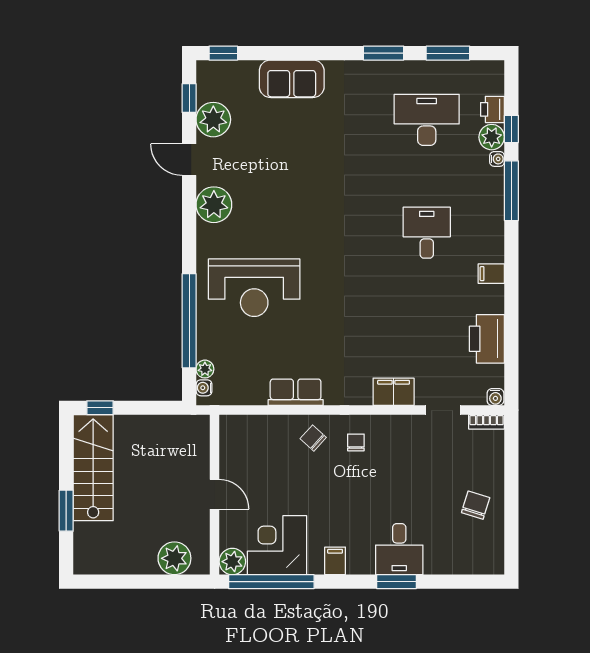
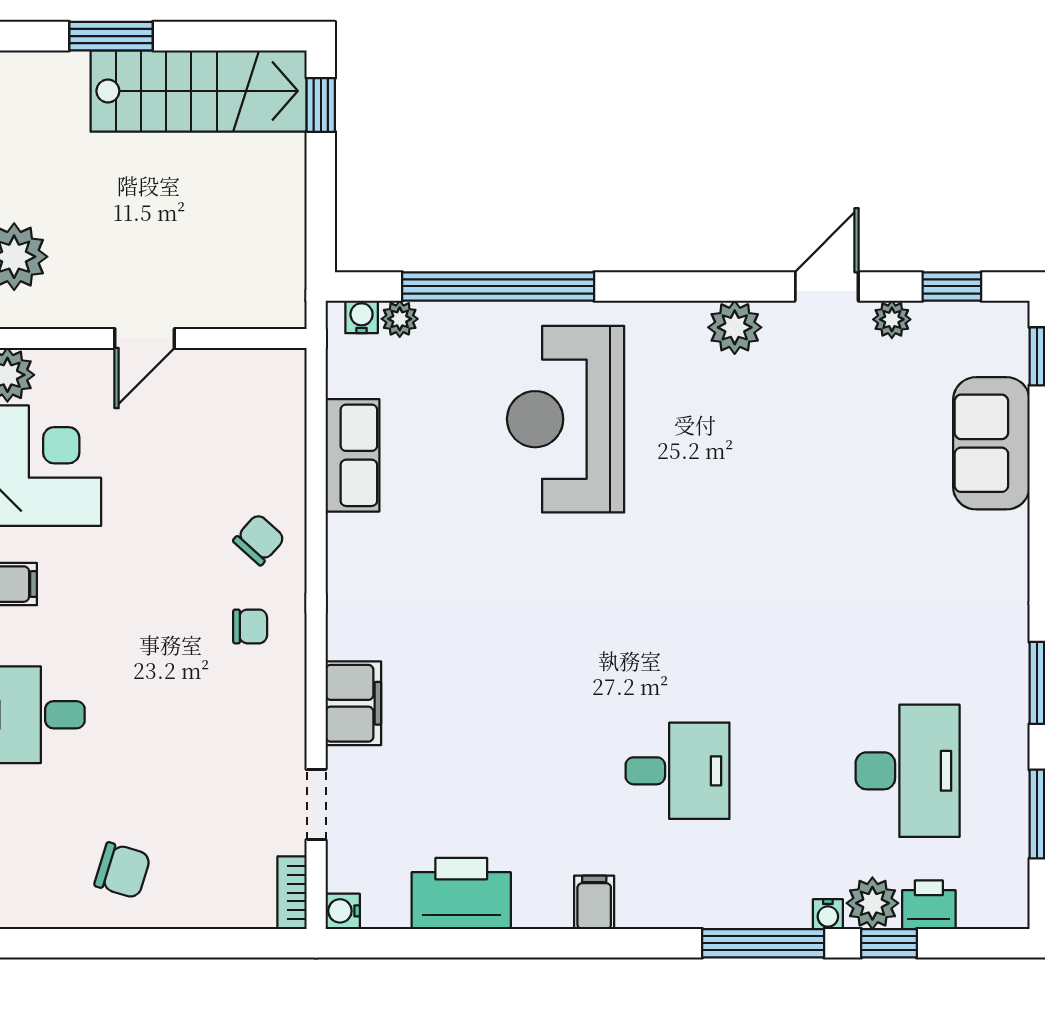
sofa: (292, 79) -> (991, 443), moved
plant: (213, 120) -> (892, 319), width x0.53, depth x0.53
plant: (214, 205) -> (735, 327), width x0.73, depth x0.73
row of seats: (296, 392) -> (352, 455), moved

